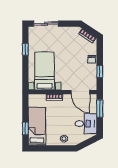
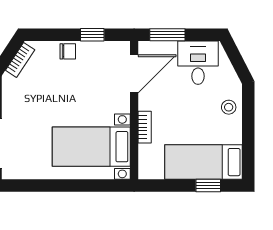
window: (25, 49) -> (47, 186), removed

